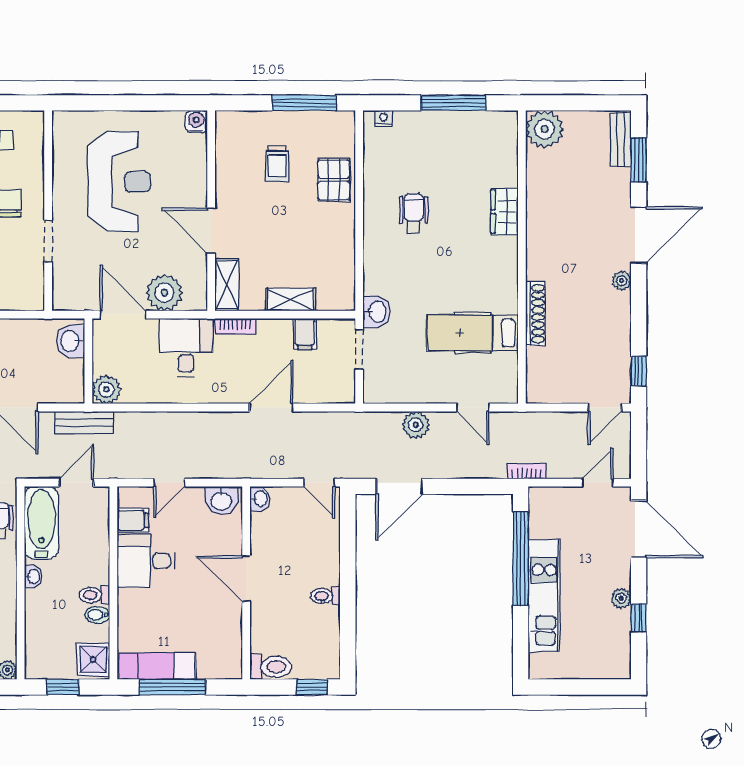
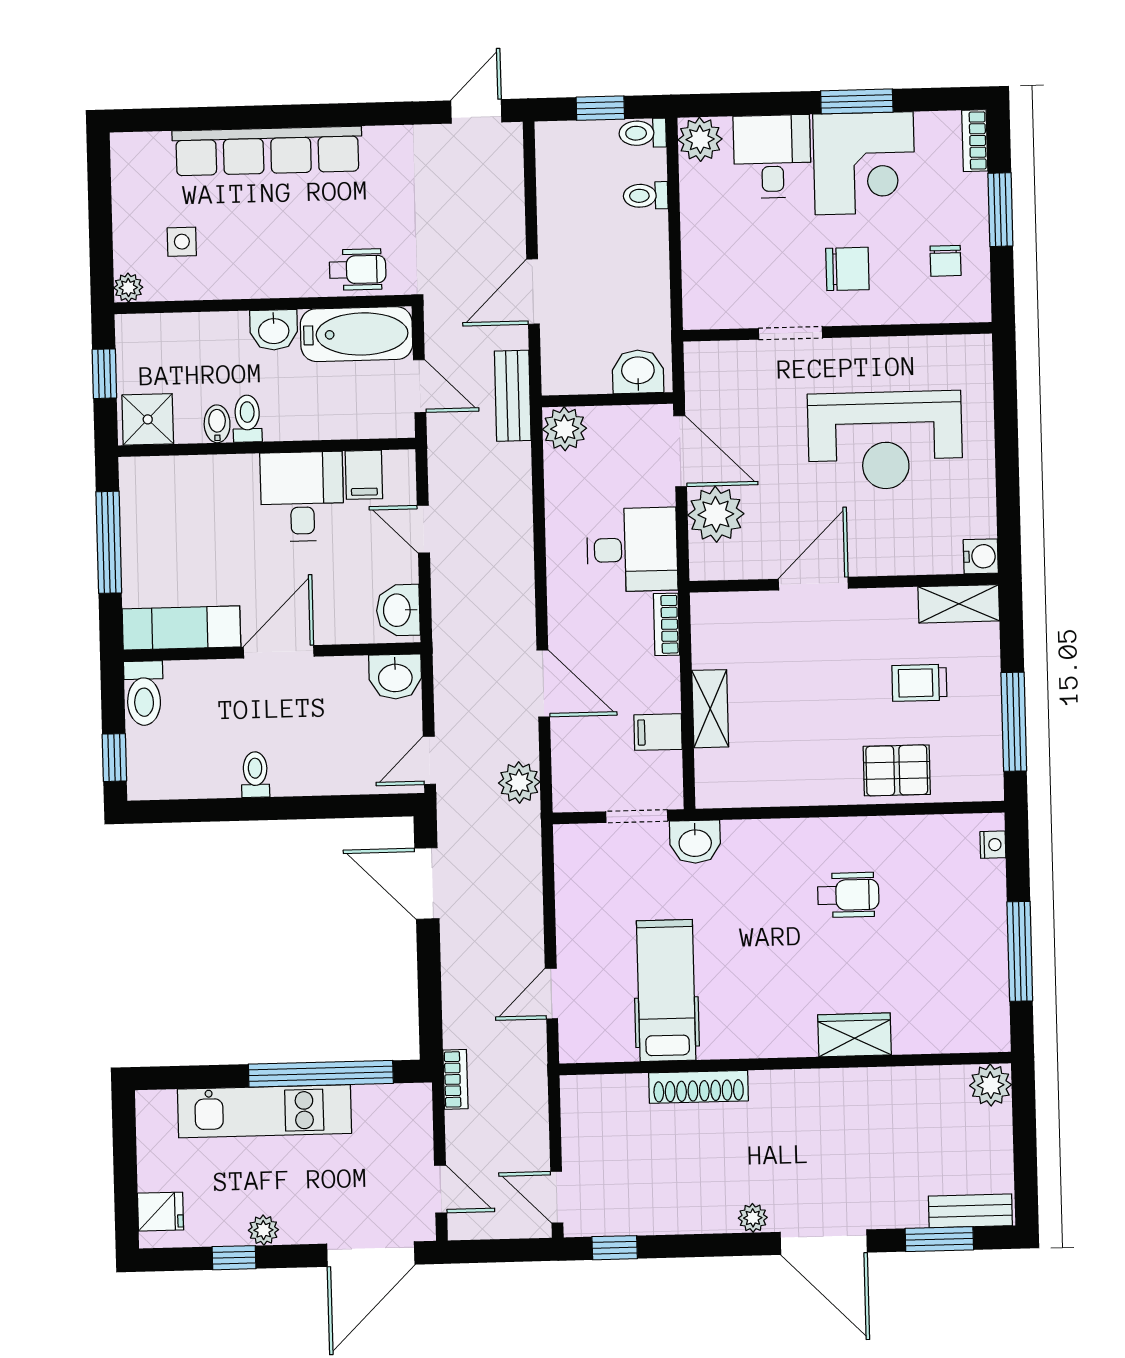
plant: (544, 129) -> (991, 1085), width x0.73, depth x0.73
shelving: (227, 285) -> (959, 604), moved
door: (123, 315) -> (680, 451), hinge flipped
plant: (416, 425) -> (519, 783), moved
washbasin: (260, 499) -> (395, 677), width x1.38, depth x1.45
washbasin: (33, 576) -> (274, 330), width x1.38, depth x1.45
fridge: (607, 665) -> (160, 1212), added
exam couch: (157, 666) -> (181, 628), moved, turned -90

